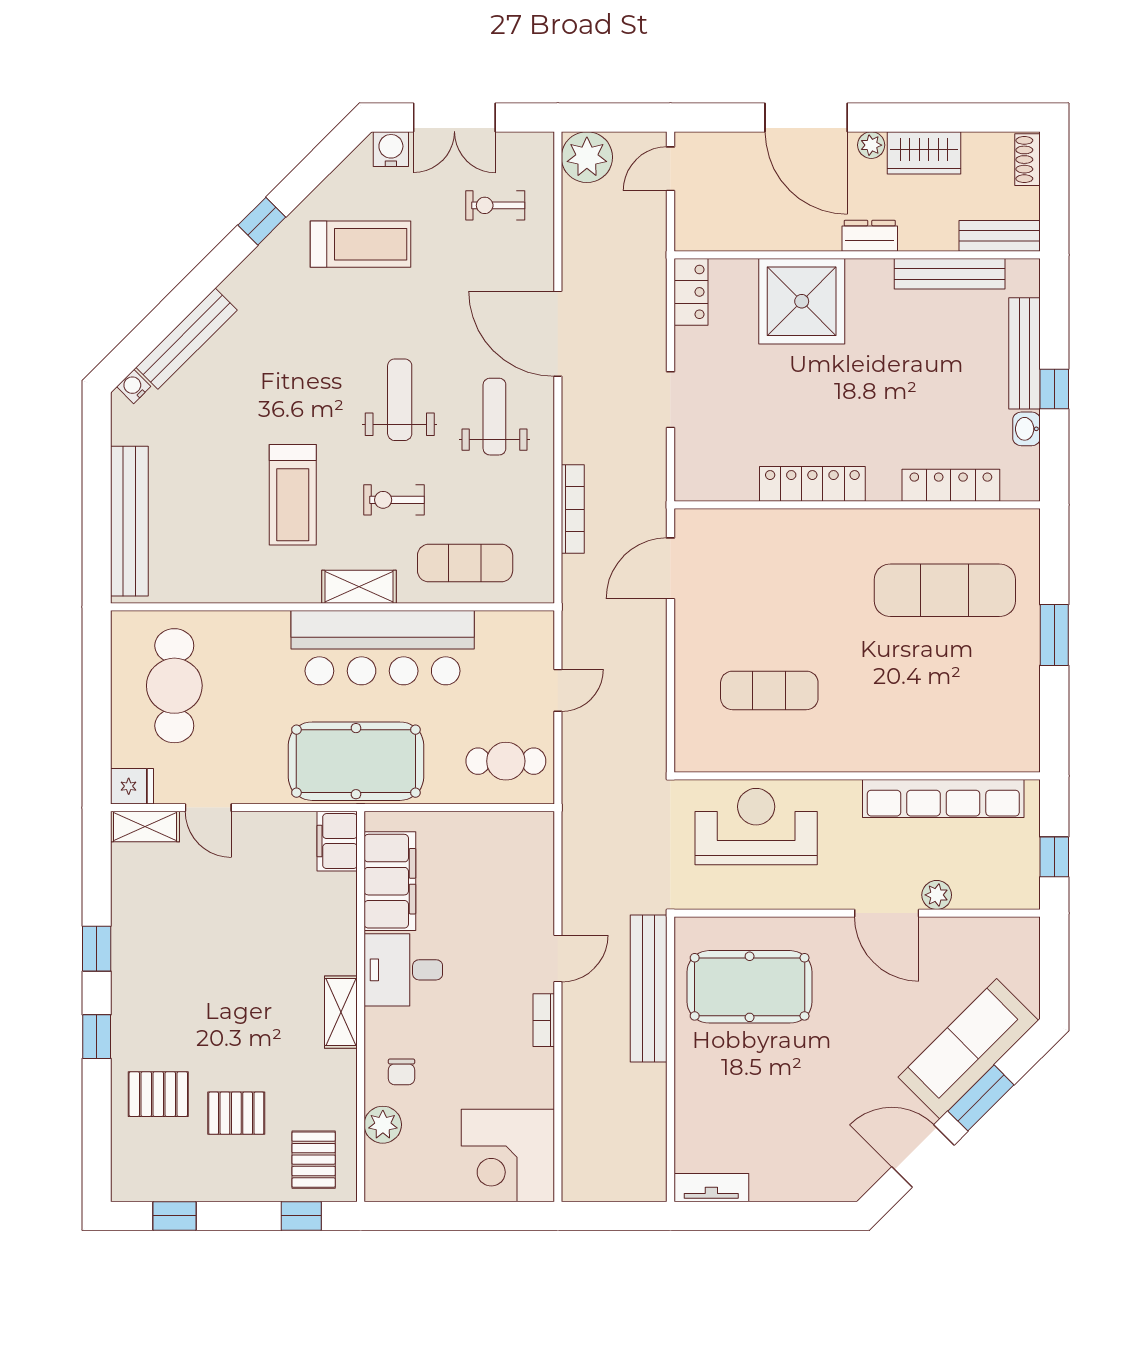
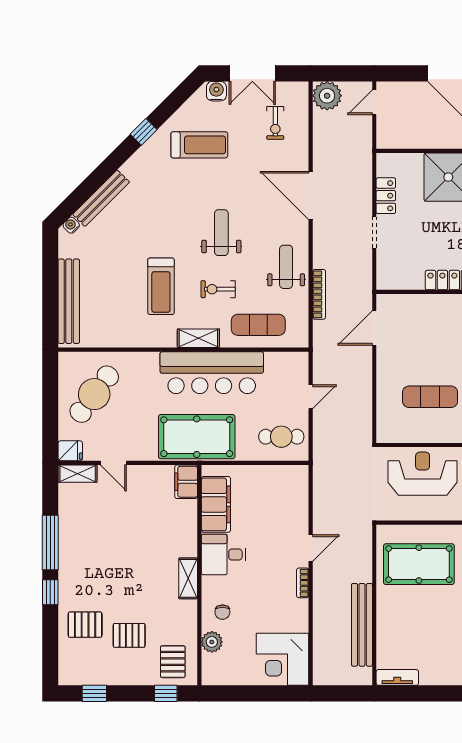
exercise bike: (495, 205) -> (275, 123), turned -90
locker: (691, 292) -> (386, 196), moved
weight bench: (494, 417) -> (286, 267), moved
cafe table: (174, 686) -> (94, 394), turned 37
window: (97, 949) -> (50, 543), width x2.17
bench: (649, 989) -> (362, 625), moved

